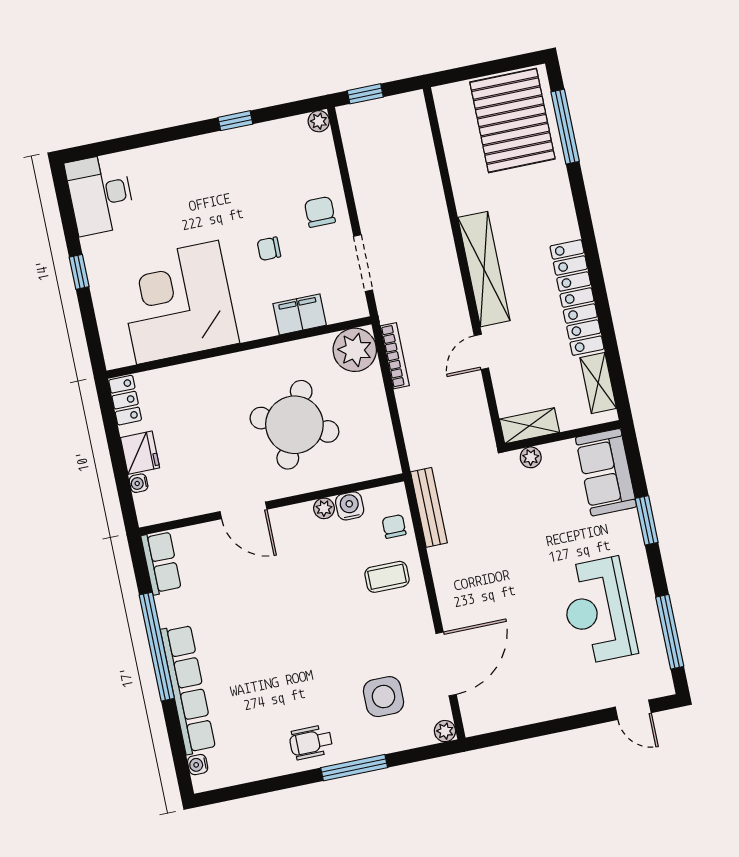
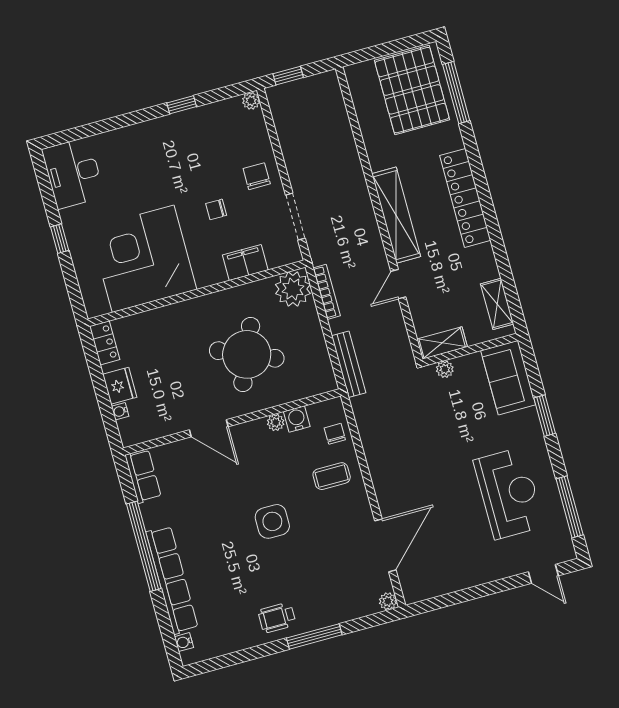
locker: (577, 298) -> (465, 198), moved
bench: (429, 507) -> (349, 364), moved
reception desk: (598, 611) -> (509, 493), turned 180
side table: (383, 697) -> (272, 521), moved

